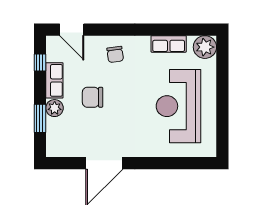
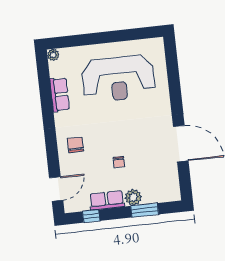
plant: (205, 47) -> (53, 55), width x0.53, depth x0.53
chair: (115, 54) -> (75, 145), turned -82
chair: (93, 97) -> (119, 162), width x0.54, depth x0.54

